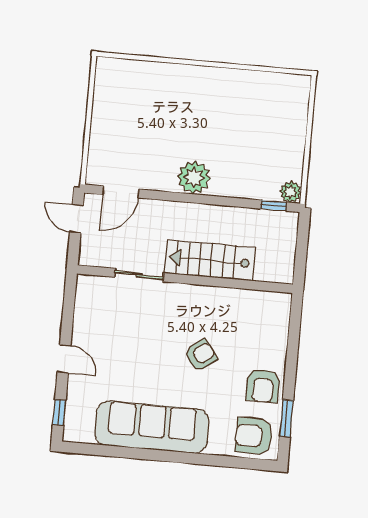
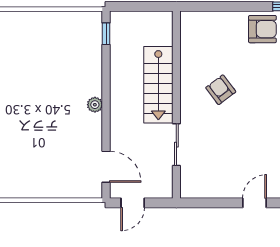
plant: (194, 178) -> (95, 105), width x0.53, depth x0.53
plant: (291, 192) -> (93, 20), removed
armchair: (201, 355) -> (221, 90), moved

